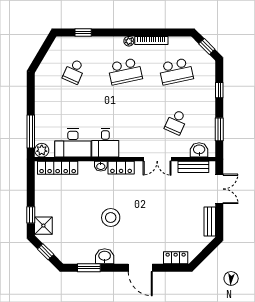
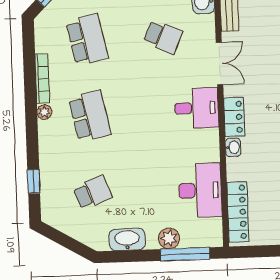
school desk: (74, 71) -> (93, 193), turned -45
washbasin: (42, 93) -> (127, 239), added
desk: (105, 143) -> (197, 108), moved
plant: (42, 150) -> (169, 238), moved

